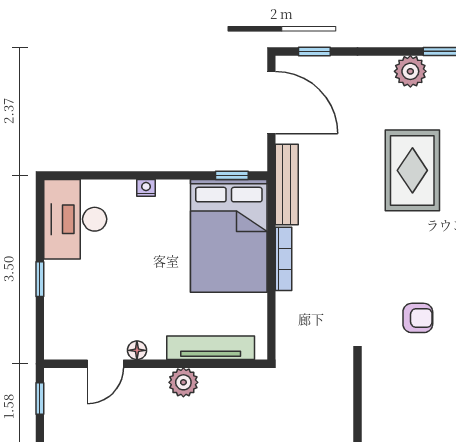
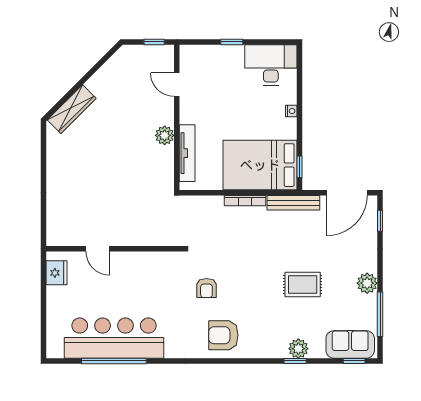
rug: (412, 170) -> (303, 284), width x0.73, depth x0.70
floor lamp: (137, 350) -> (185, 105), removed

